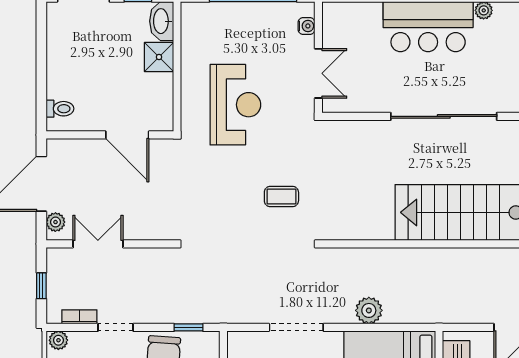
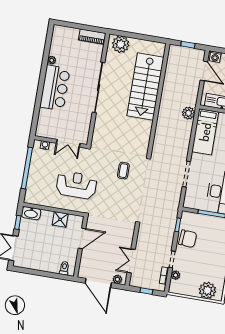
shower: (159, 57) -> (60, 219), moved
double door: (318, 73) -> (68, 143), swing flipped
plant: (369, 310) -> (188, 113), moved
plant: (58, 340) -> (176, 275), moved

